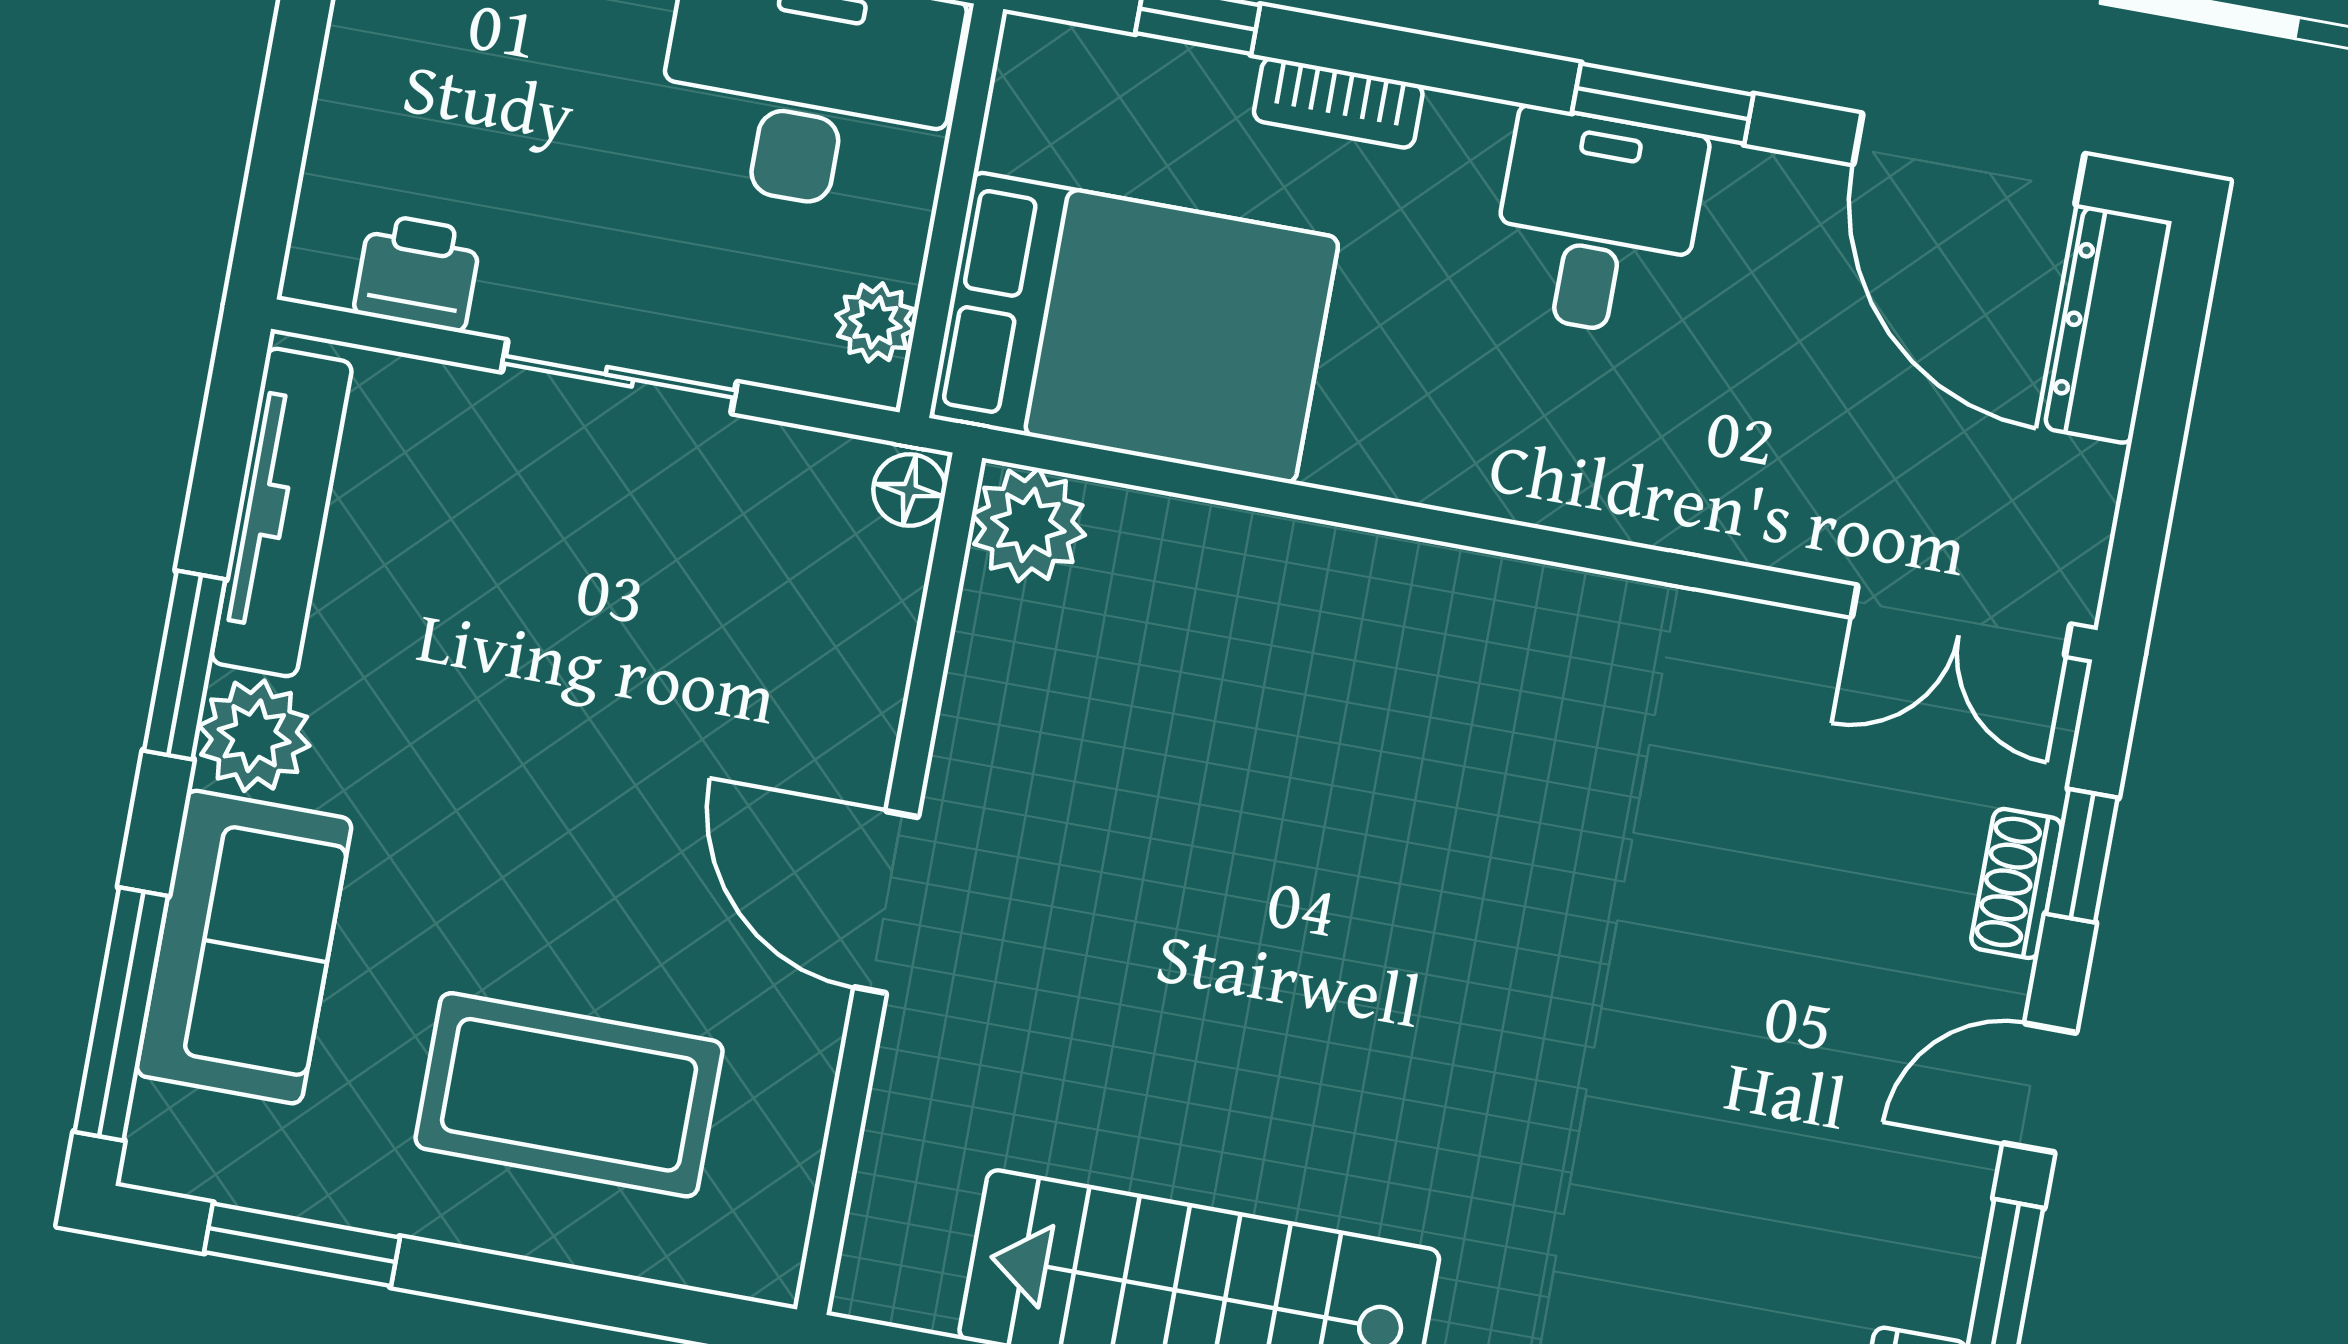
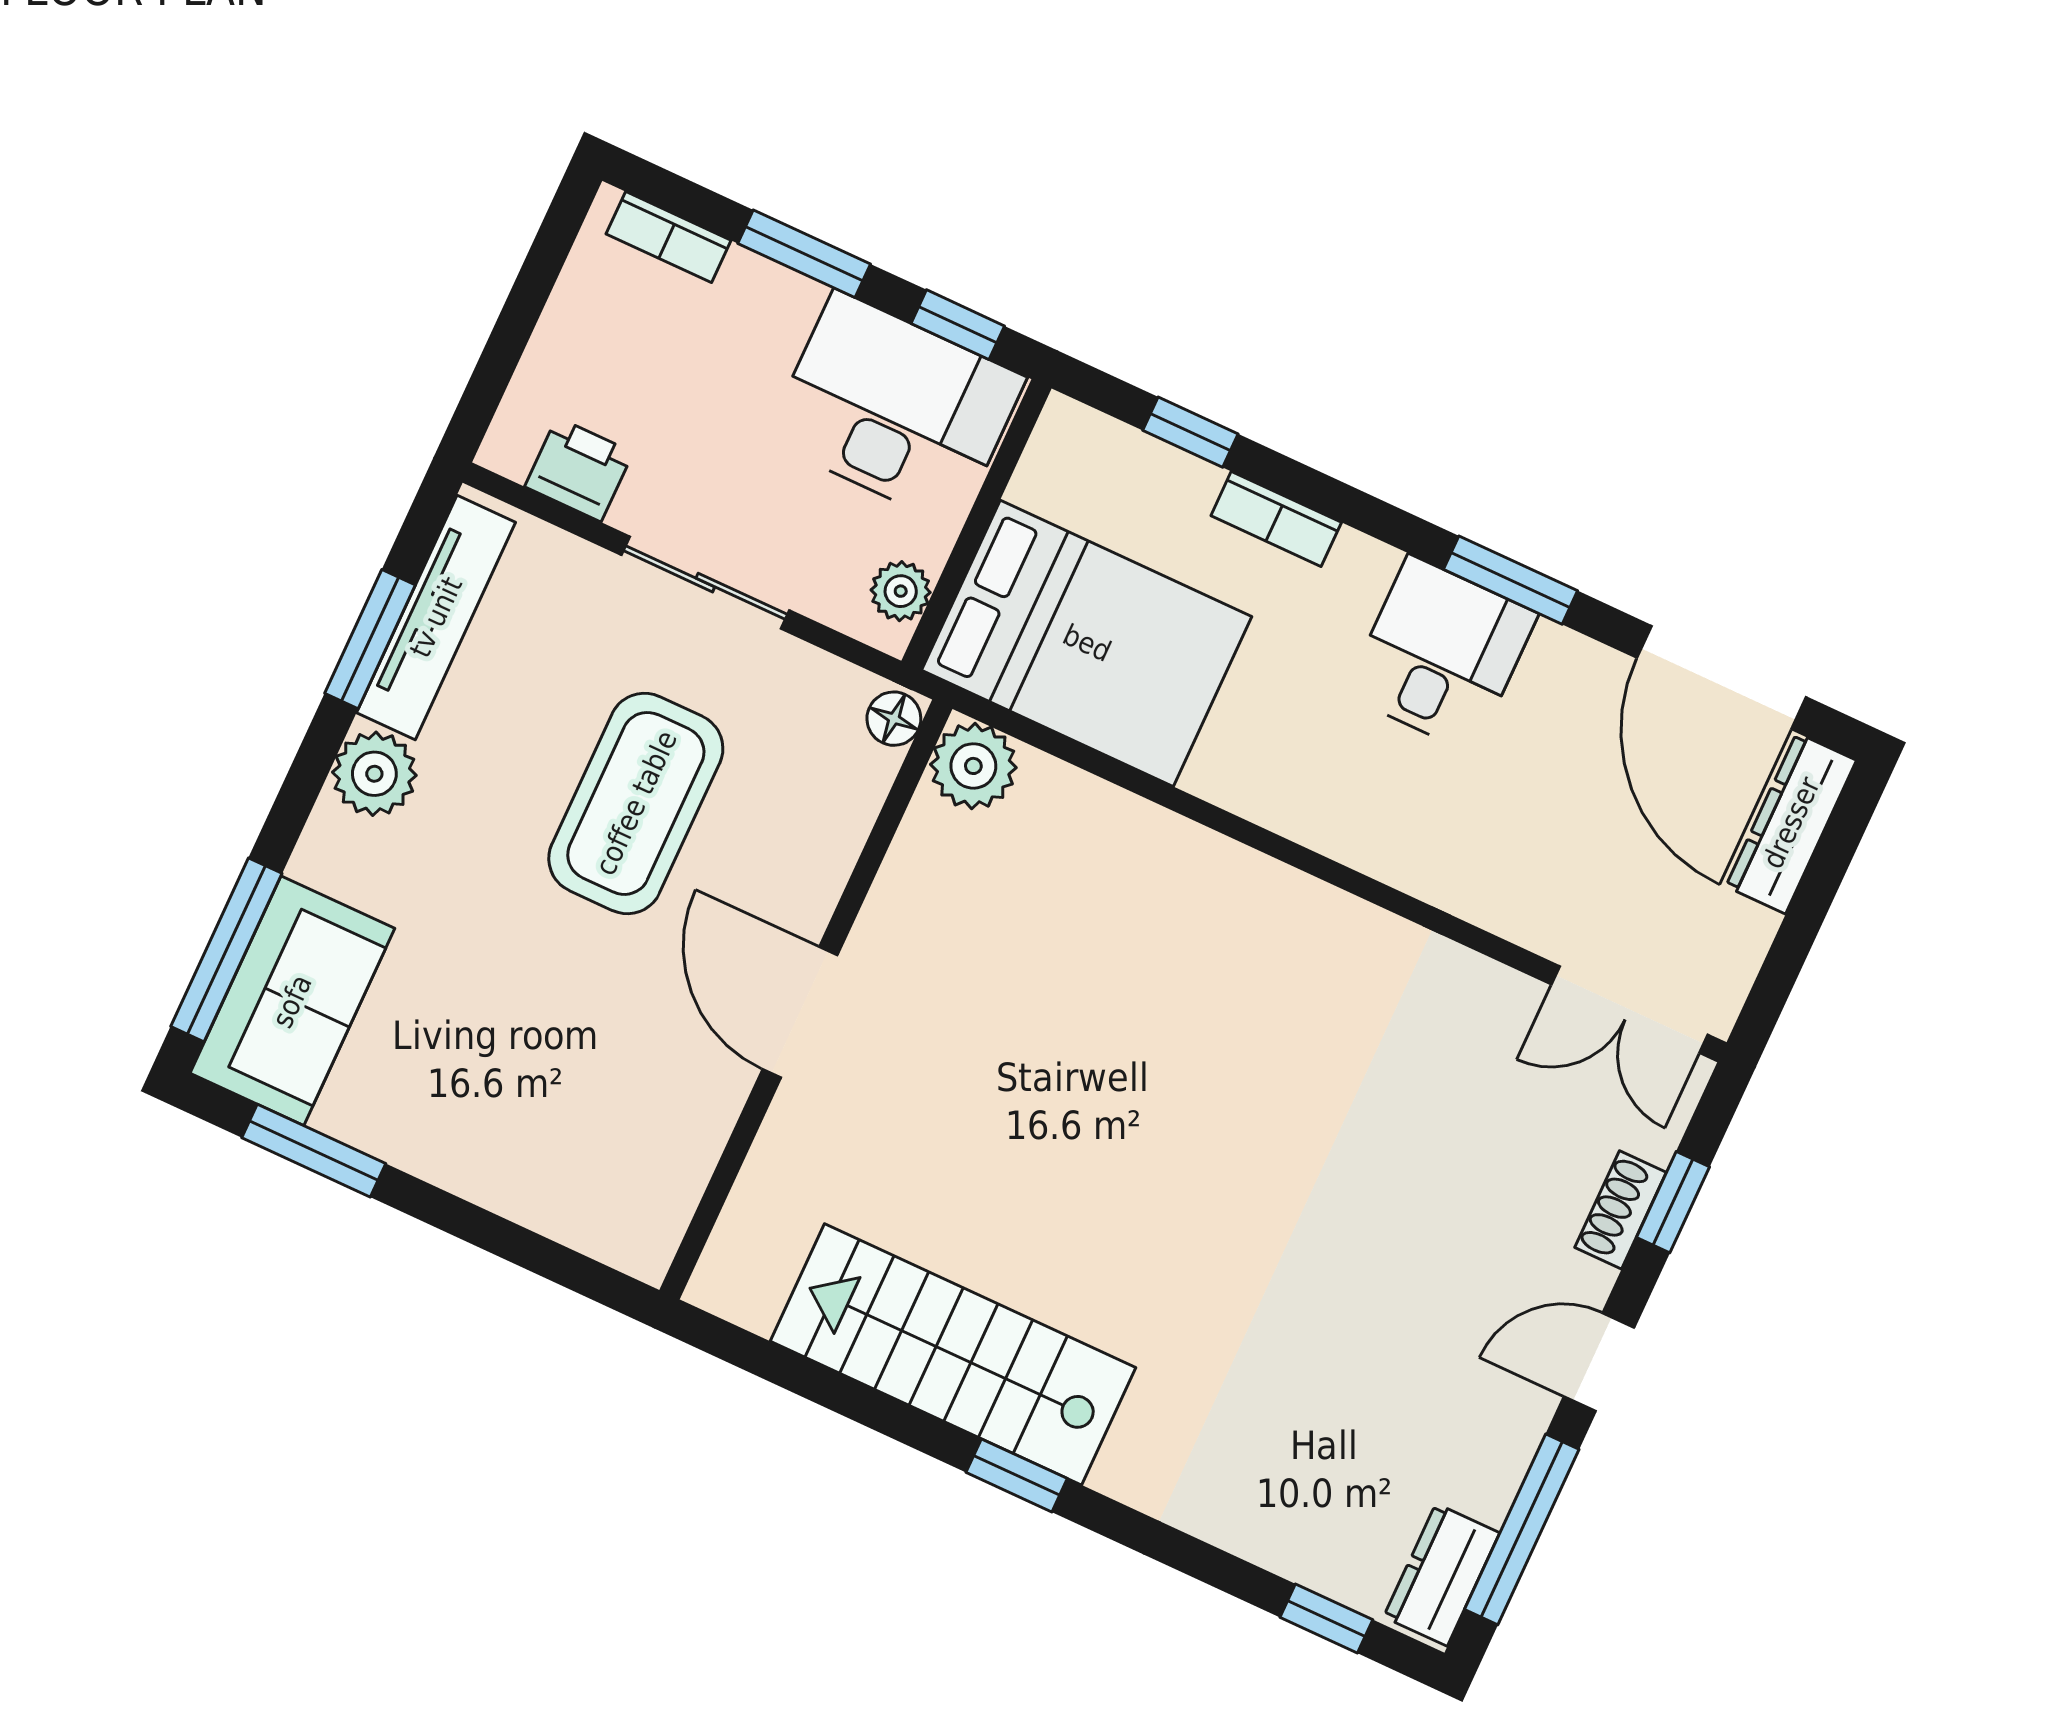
window: (185, 665) -> (370, 639), moved
sofa: (244, 947) -> (292, 1001), moved
coffee table: (569, 1095) -> (636, 803), moved, turned 90

